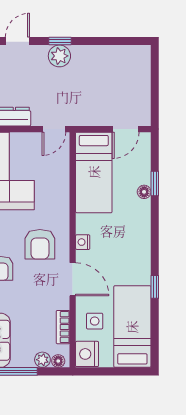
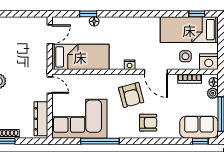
door: (126, 129) -> (50, 34), hinge flipped
armchair: (40, 244) -> (131, 95), turned 75
door: (73, 279) -> (156, 72), swing flipped
window: (155, 287) -> (197, 14), moved

